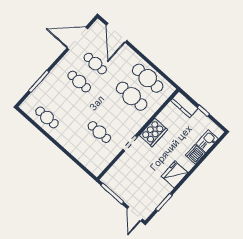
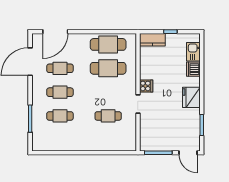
door: (117, 33) -> (55, 32), hinge flipped
cafe table: (47, 117) -> (60, 116), moved
cooker: (153, 132) -> (146, 86), width x0.53, depth x0.76

